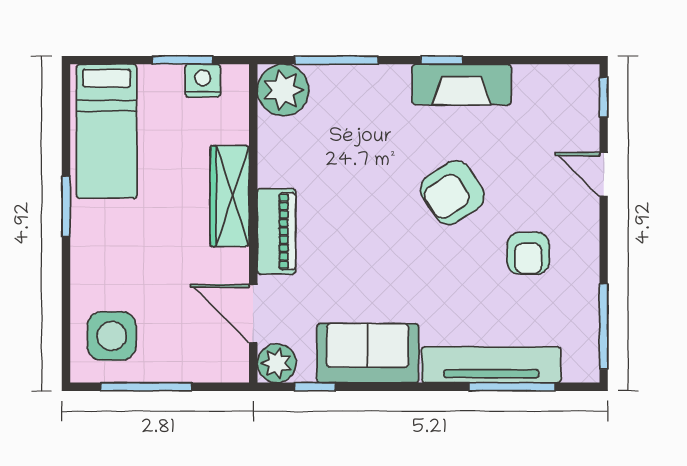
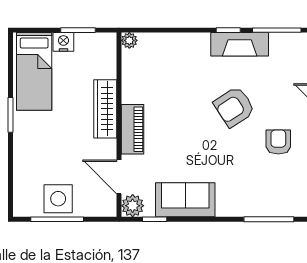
window: (336, 60) -> (277, 30), moved
nightstand: (203, 81) -> (63, 42), moved
plant: (283, 90) -> (129, 40), width x0.53, depth x0.53
armchair: (528, 253) -> (278, 142), turned 180
side table: (112, 336) -> (58, 199), moved
tv unit: (491, 365) -> (257, 207), removed

